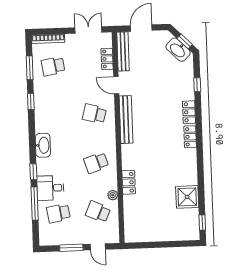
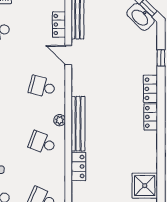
bench: (126, 120) -> (78, 124), moved
school desk: (96, 163) -> (42, 143), turned 39
plant: (113, 195) -> (60, 120), moved

